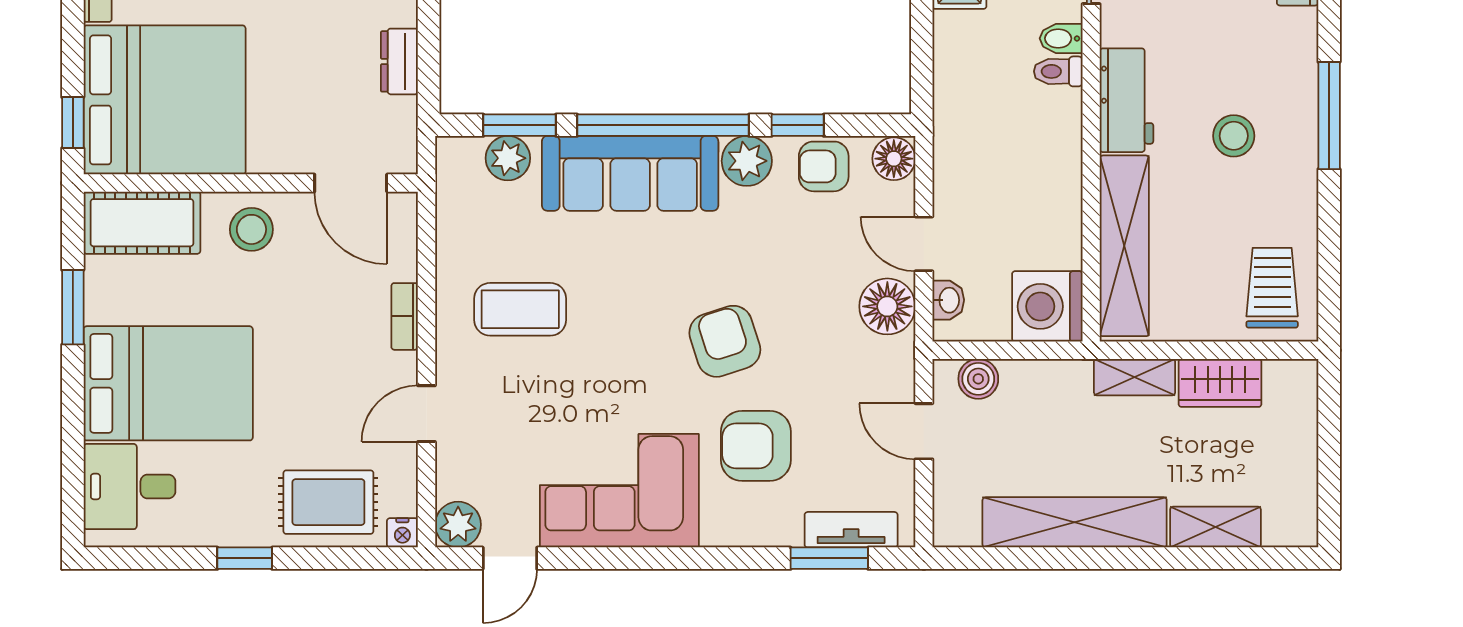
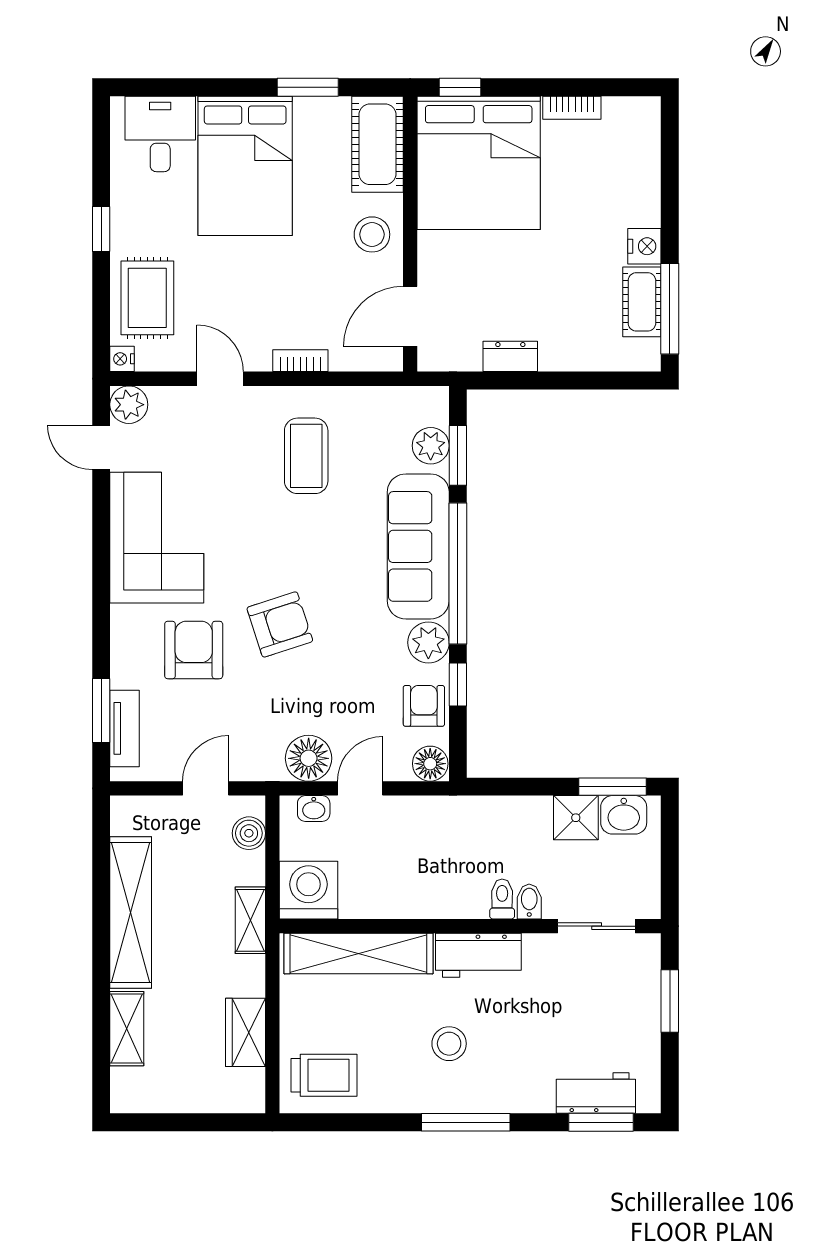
shelving: (1135, 377) -> (250, 920), moved

